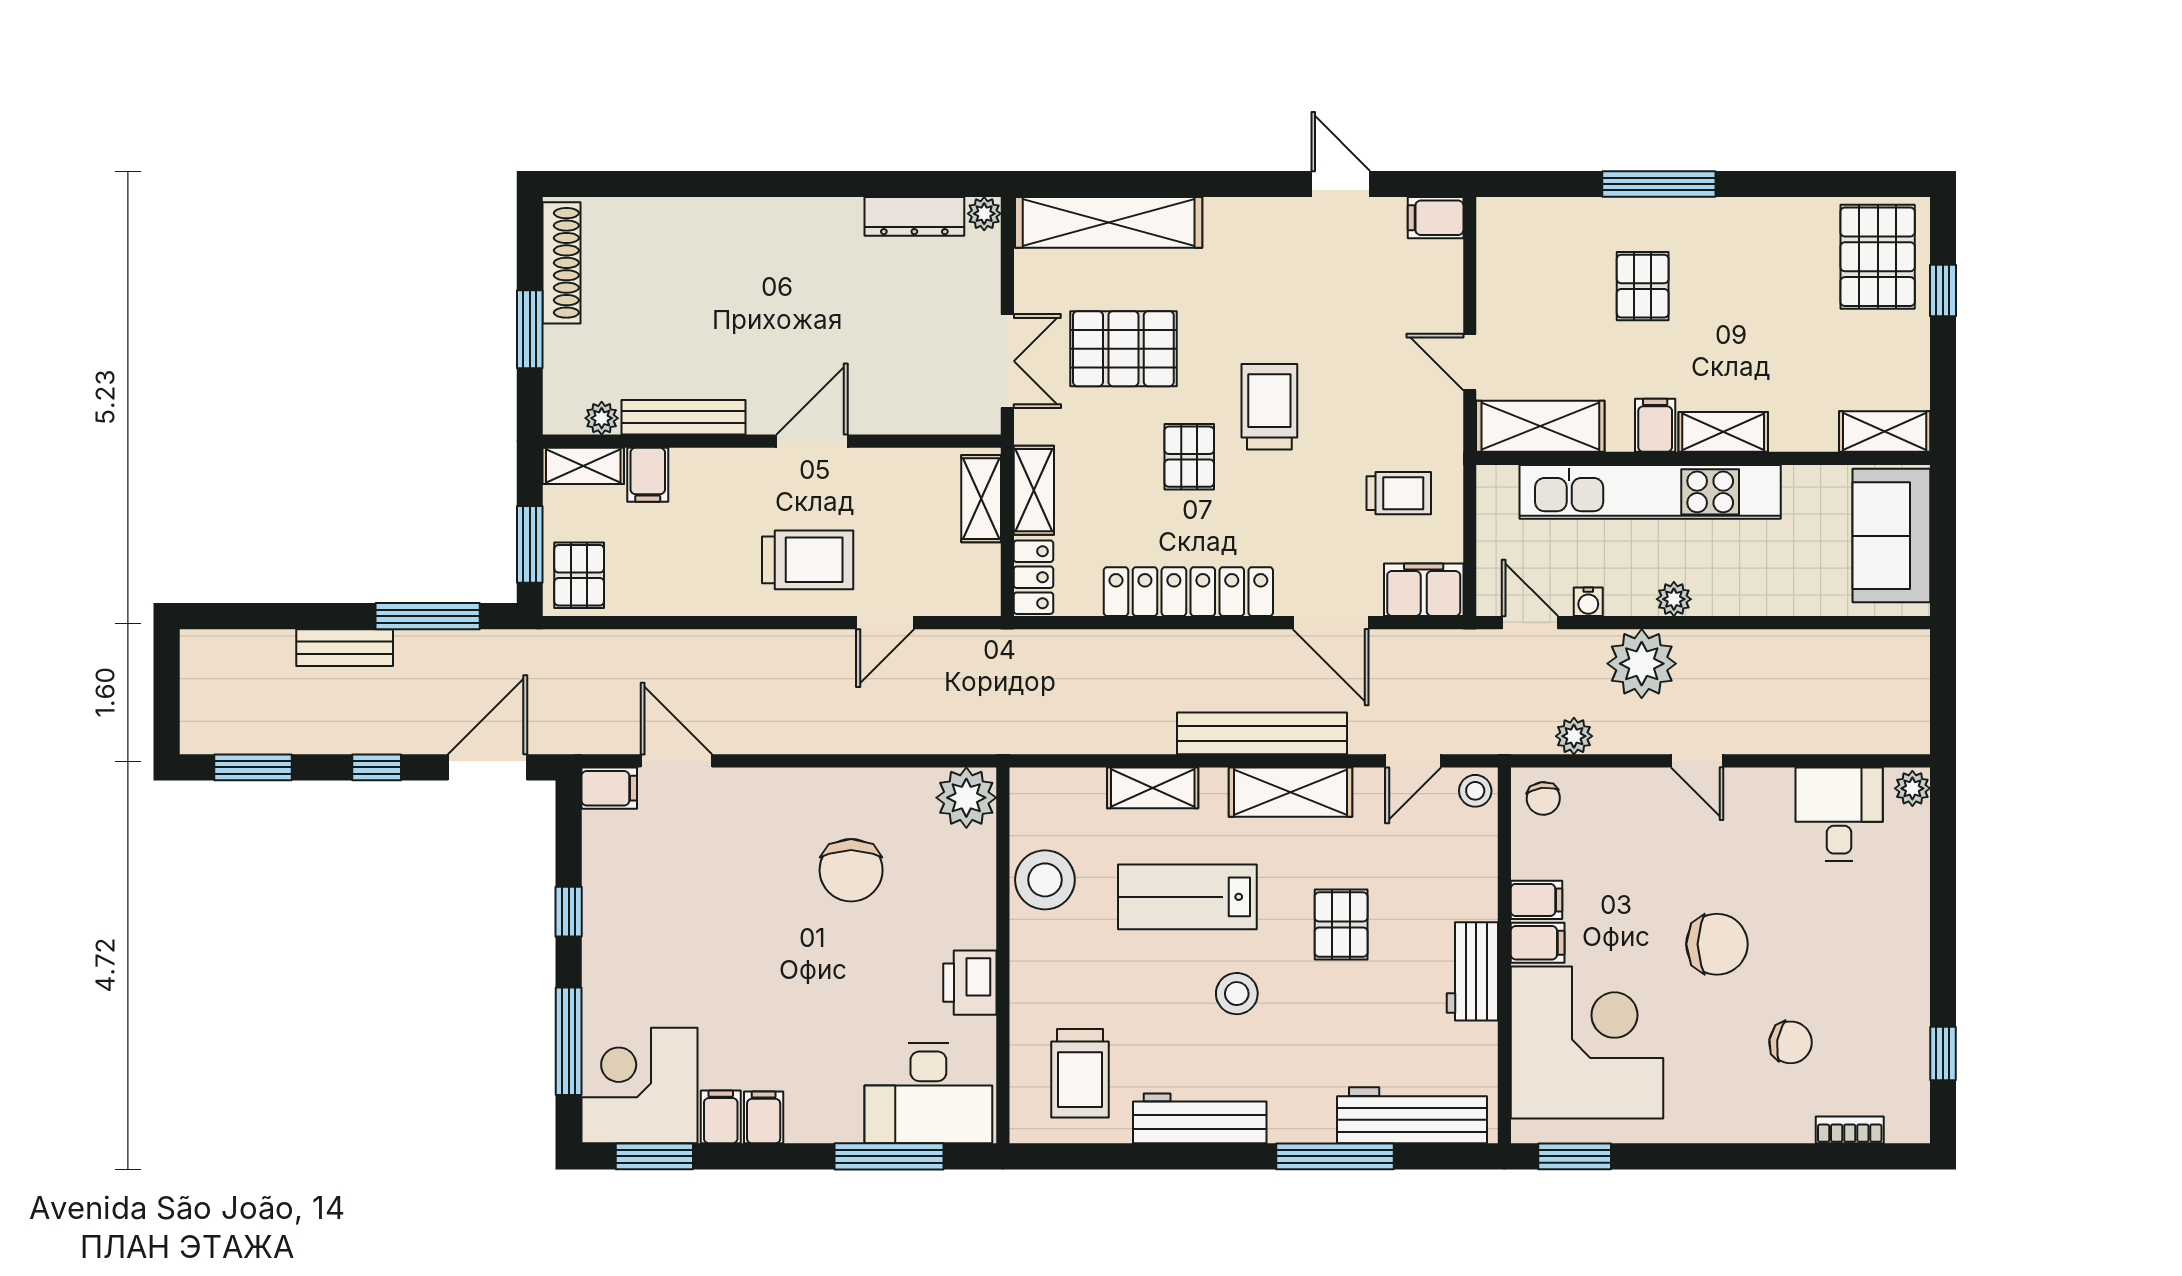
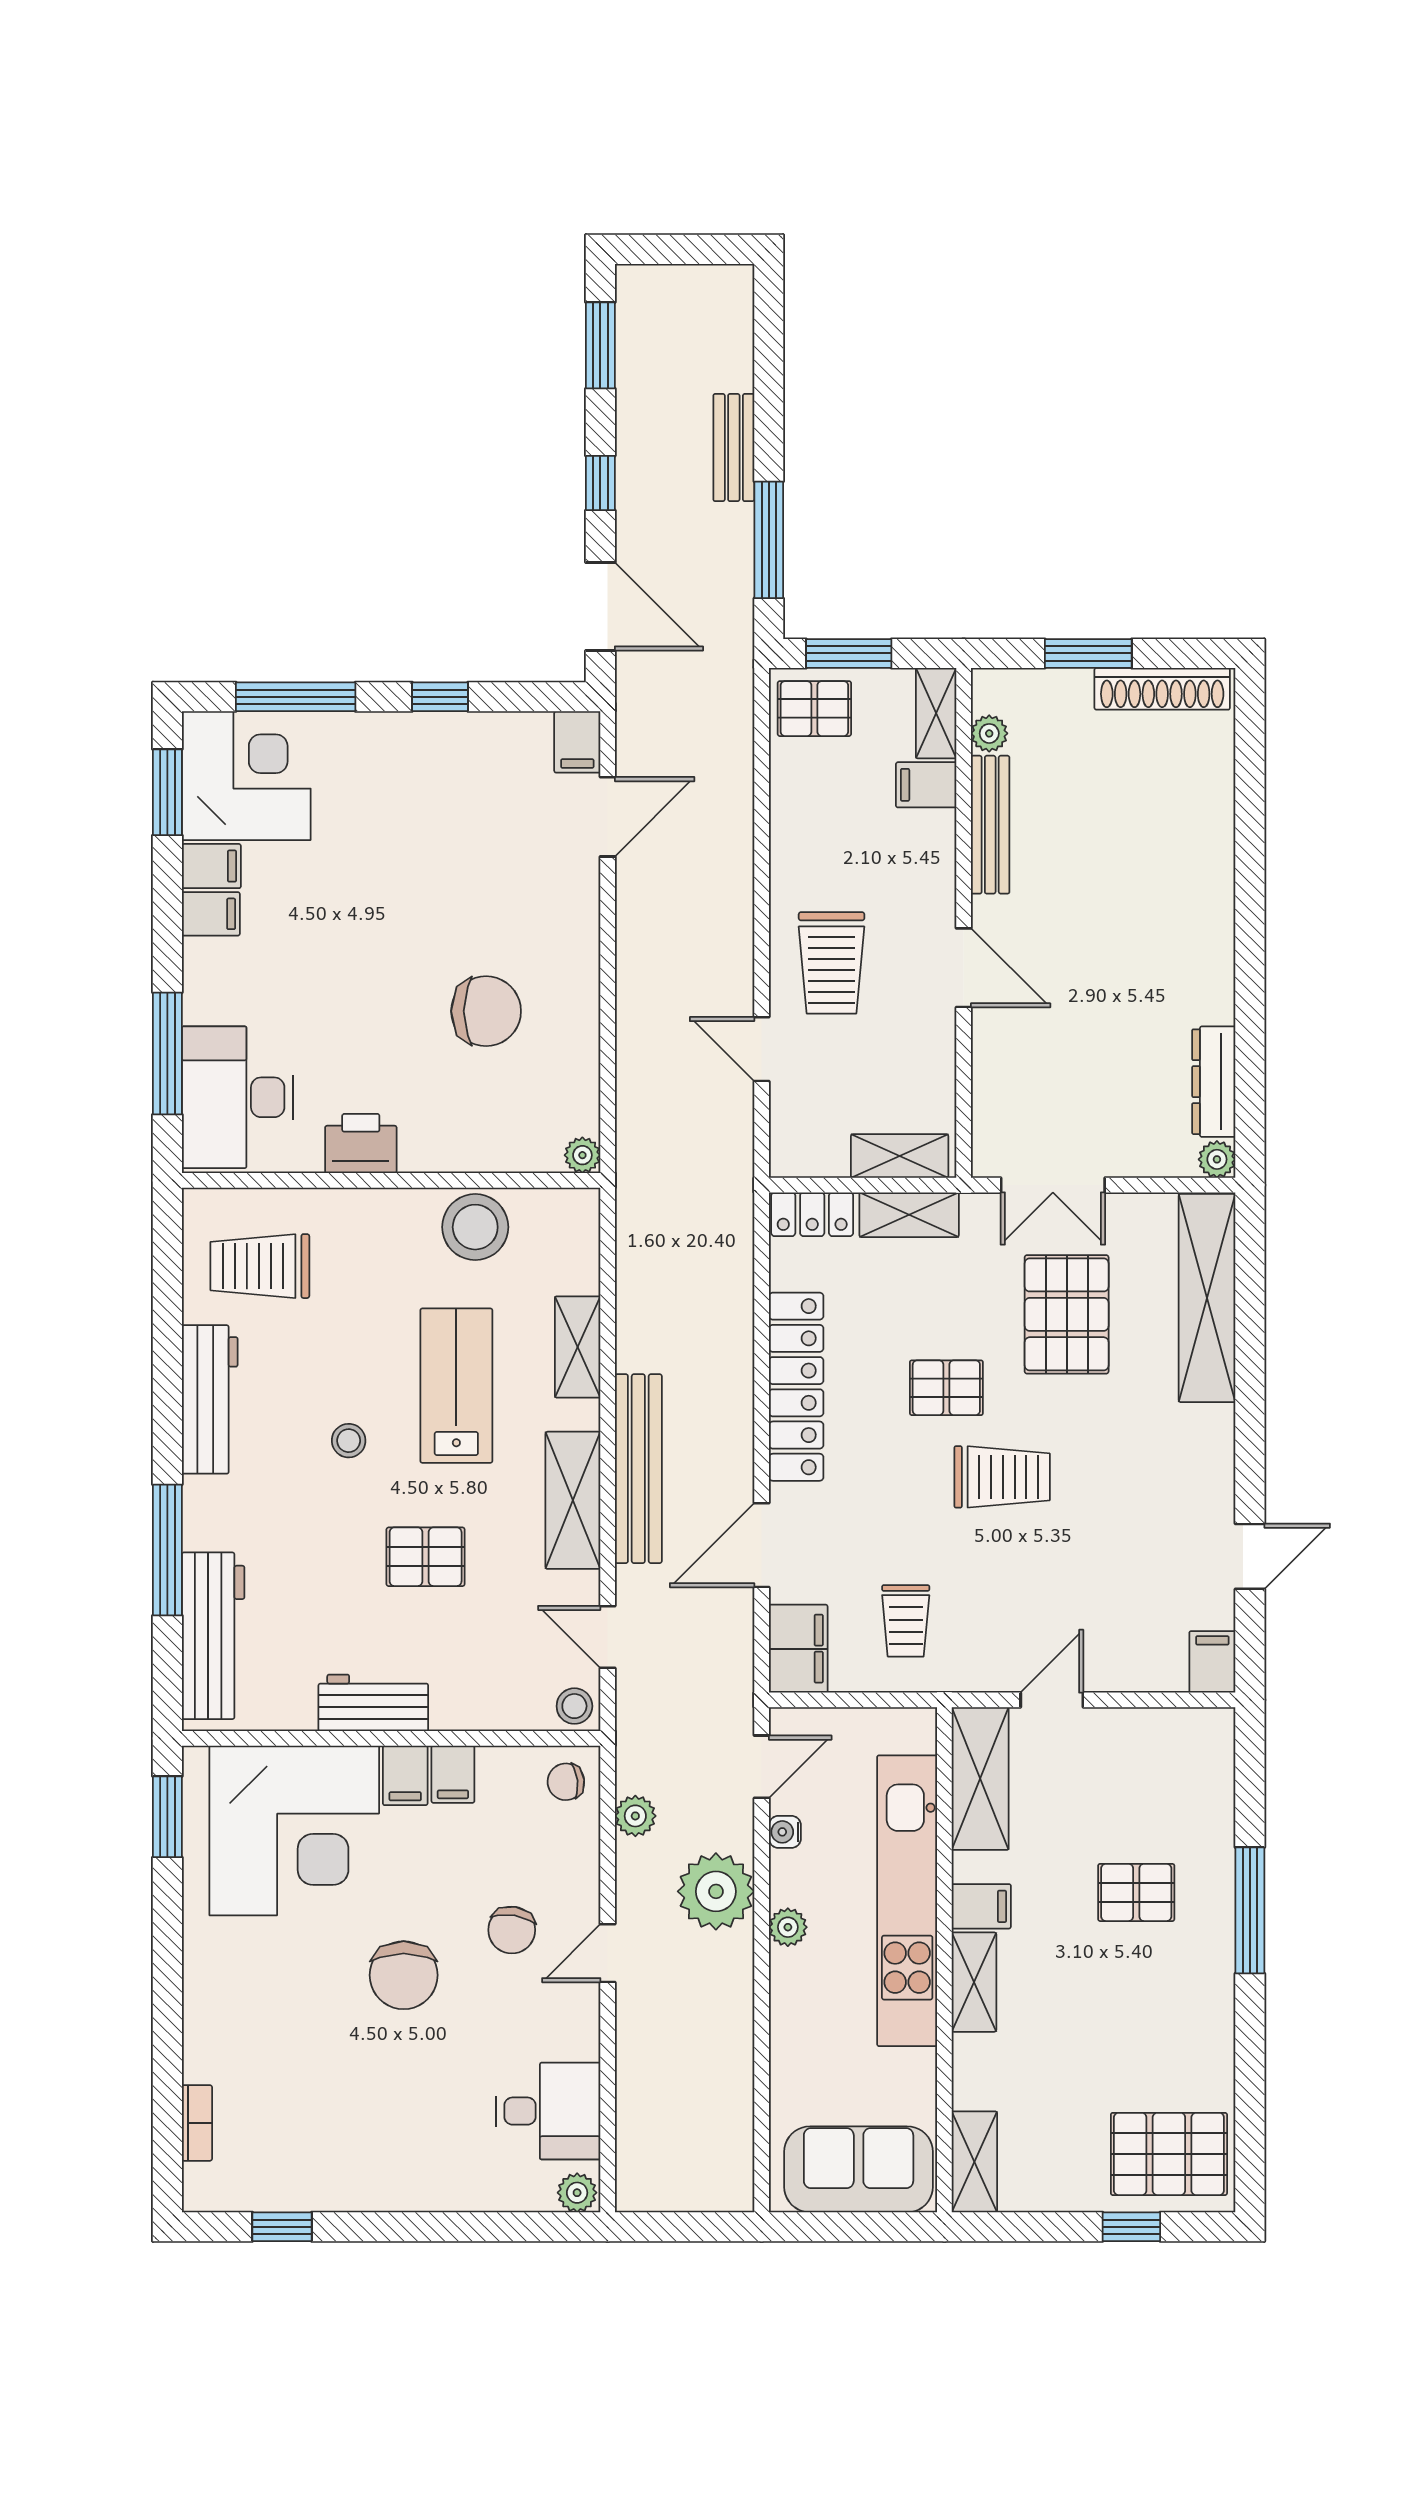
plant: (966, 798) -> (582, 1155), width x0.53, depth x0.53
chair: (851, 870) -> (486, 1011), turned 180
stool: (1237, 994) -> (349, 1441), width x0.73, depth x0.73
chair: (1791, 1042) -> (512, 1930), moved

